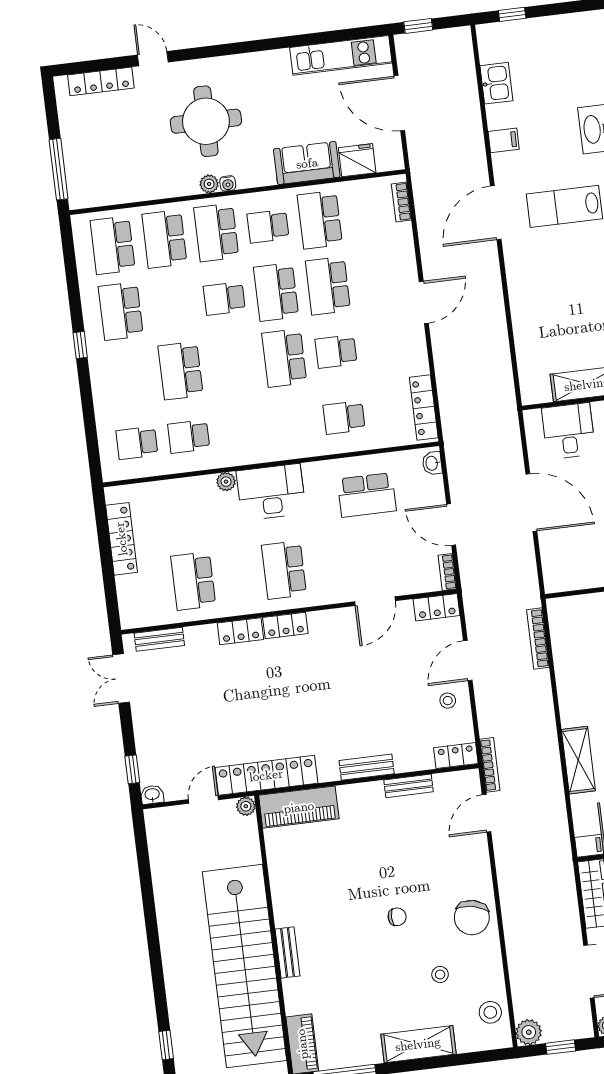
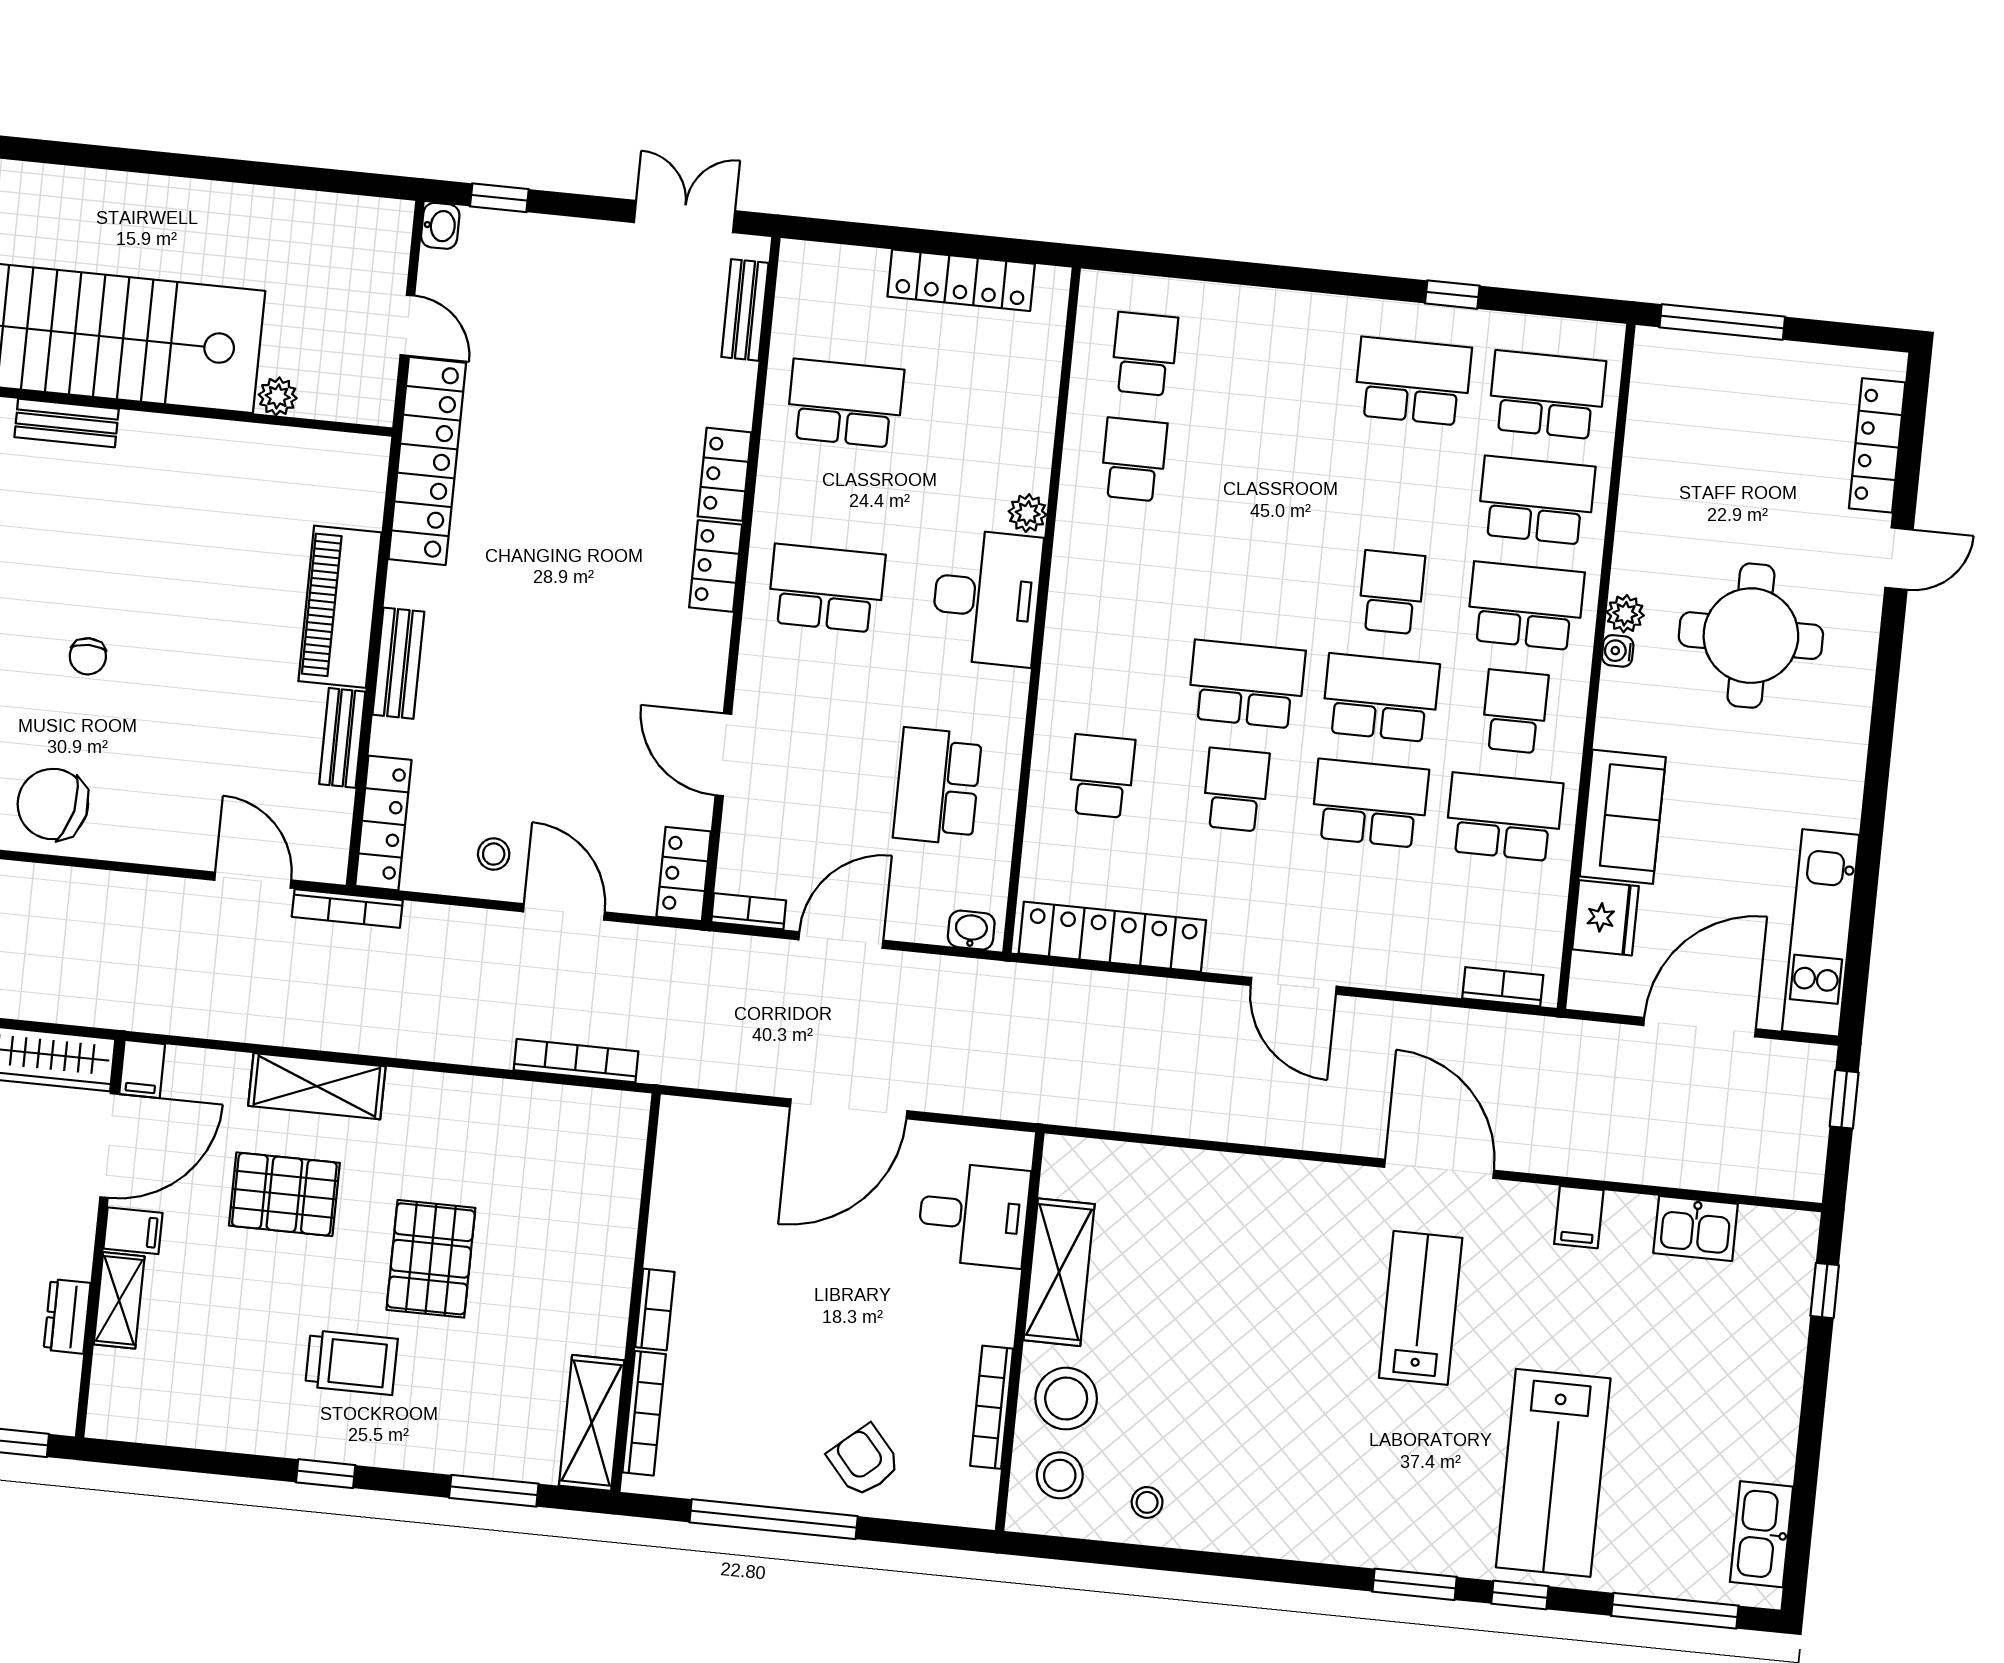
window: (80, 345) -> (1452, 295), moved
school desk: (181, 371) -> (1268, 473), removed
locker: (424, 408) -> (1112, 937), width x1.41, depth x1.21
locker: (456, 756) -> (383, 823), width x1.53
plant: (246, 806) -> (278, 396), moved
piano: (299, 807) -> (340, 607), moved

